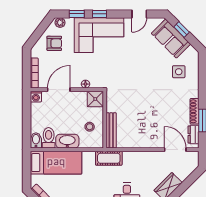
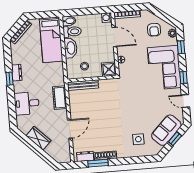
window: (99, 14) -> (183, 77), moved
door: (175, 150) -> (70, 129), moved
cot: (109, 158) -> (60, 98), moved

